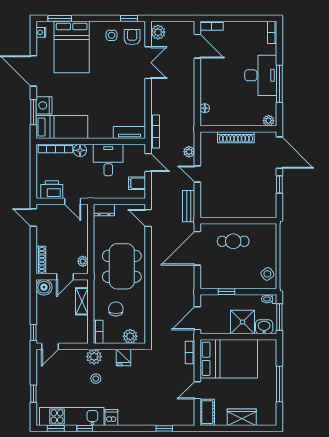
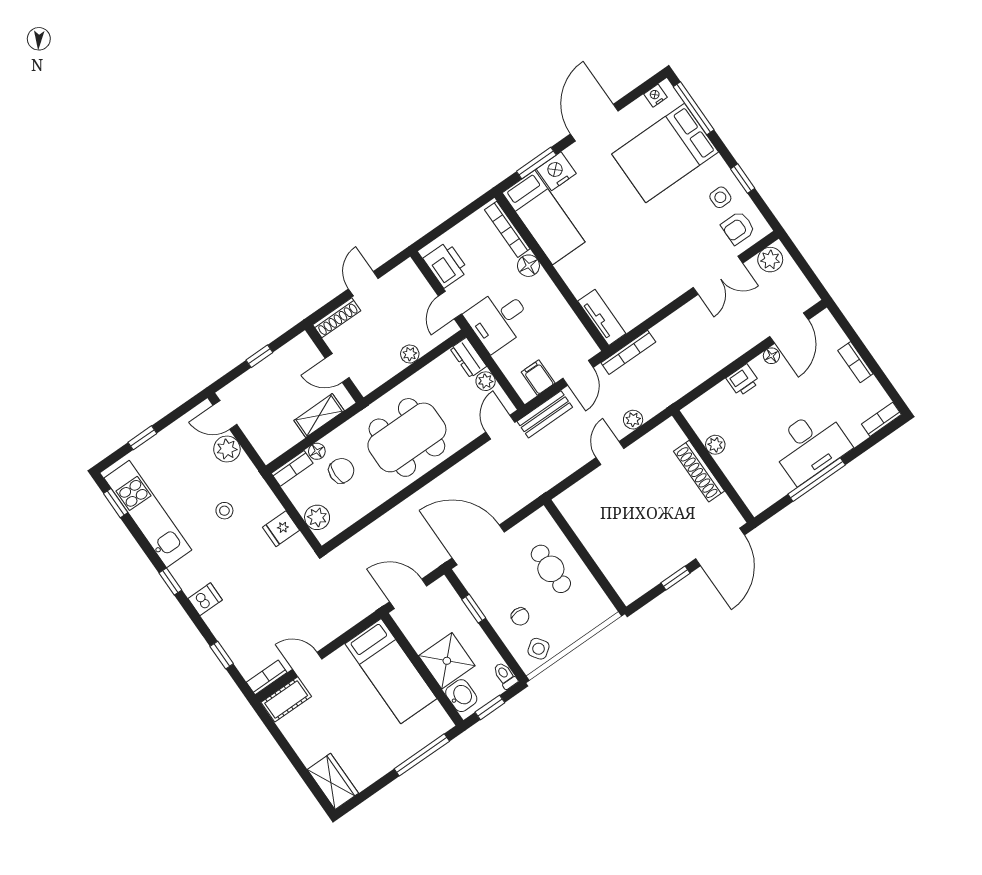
window: (60, 18) -> (694, 108), width x1.44
window: (129, 18) -> (743, 179), moved
bookcase: (212, 26) -> (855, 362), moved
armchair: (132, 37) -> (738, 228), turned 180
printer: (207, 86) -> (743, 380), added
floor lamp: (205, 108) -> (771, 356), moved
plant: (269, 121) -> (715, 445), moved
desk: (108, 160) -> (498, 319), moved, turned 180
bench: (189, 206) -> (545, 414), moved
plant: (121, 210) -> (486, 381), added
door: (33, 217) -> (363, 284), moved
door: (197, 248) -> (478, 545), moved
plant: (83, 261) -> (410, 354), moved
chair: (246, 272) -> (520, 616), added
boiler: (44, 287) -> (302, 349), removed
floor lamp: (98, 314) -> (317, 451), added
window: (279, 317) -> (490, 707), width x0.67
window: (33, 333) -> (259, 356), moved
bookcase: (190, 353) -> (267, 677), moved
plant: (94, 357) -> (227, 449), moved
bed: (229, 359) -> (391, 671), width x0.67
window: (279, 384) -> (422, 755), moved
wardrobe: (242, 417) -> (333, 781), moved
dishwasher: (111, 418) -> (205, 599), moved
window: (85, 428) -> (170, 582), moved

